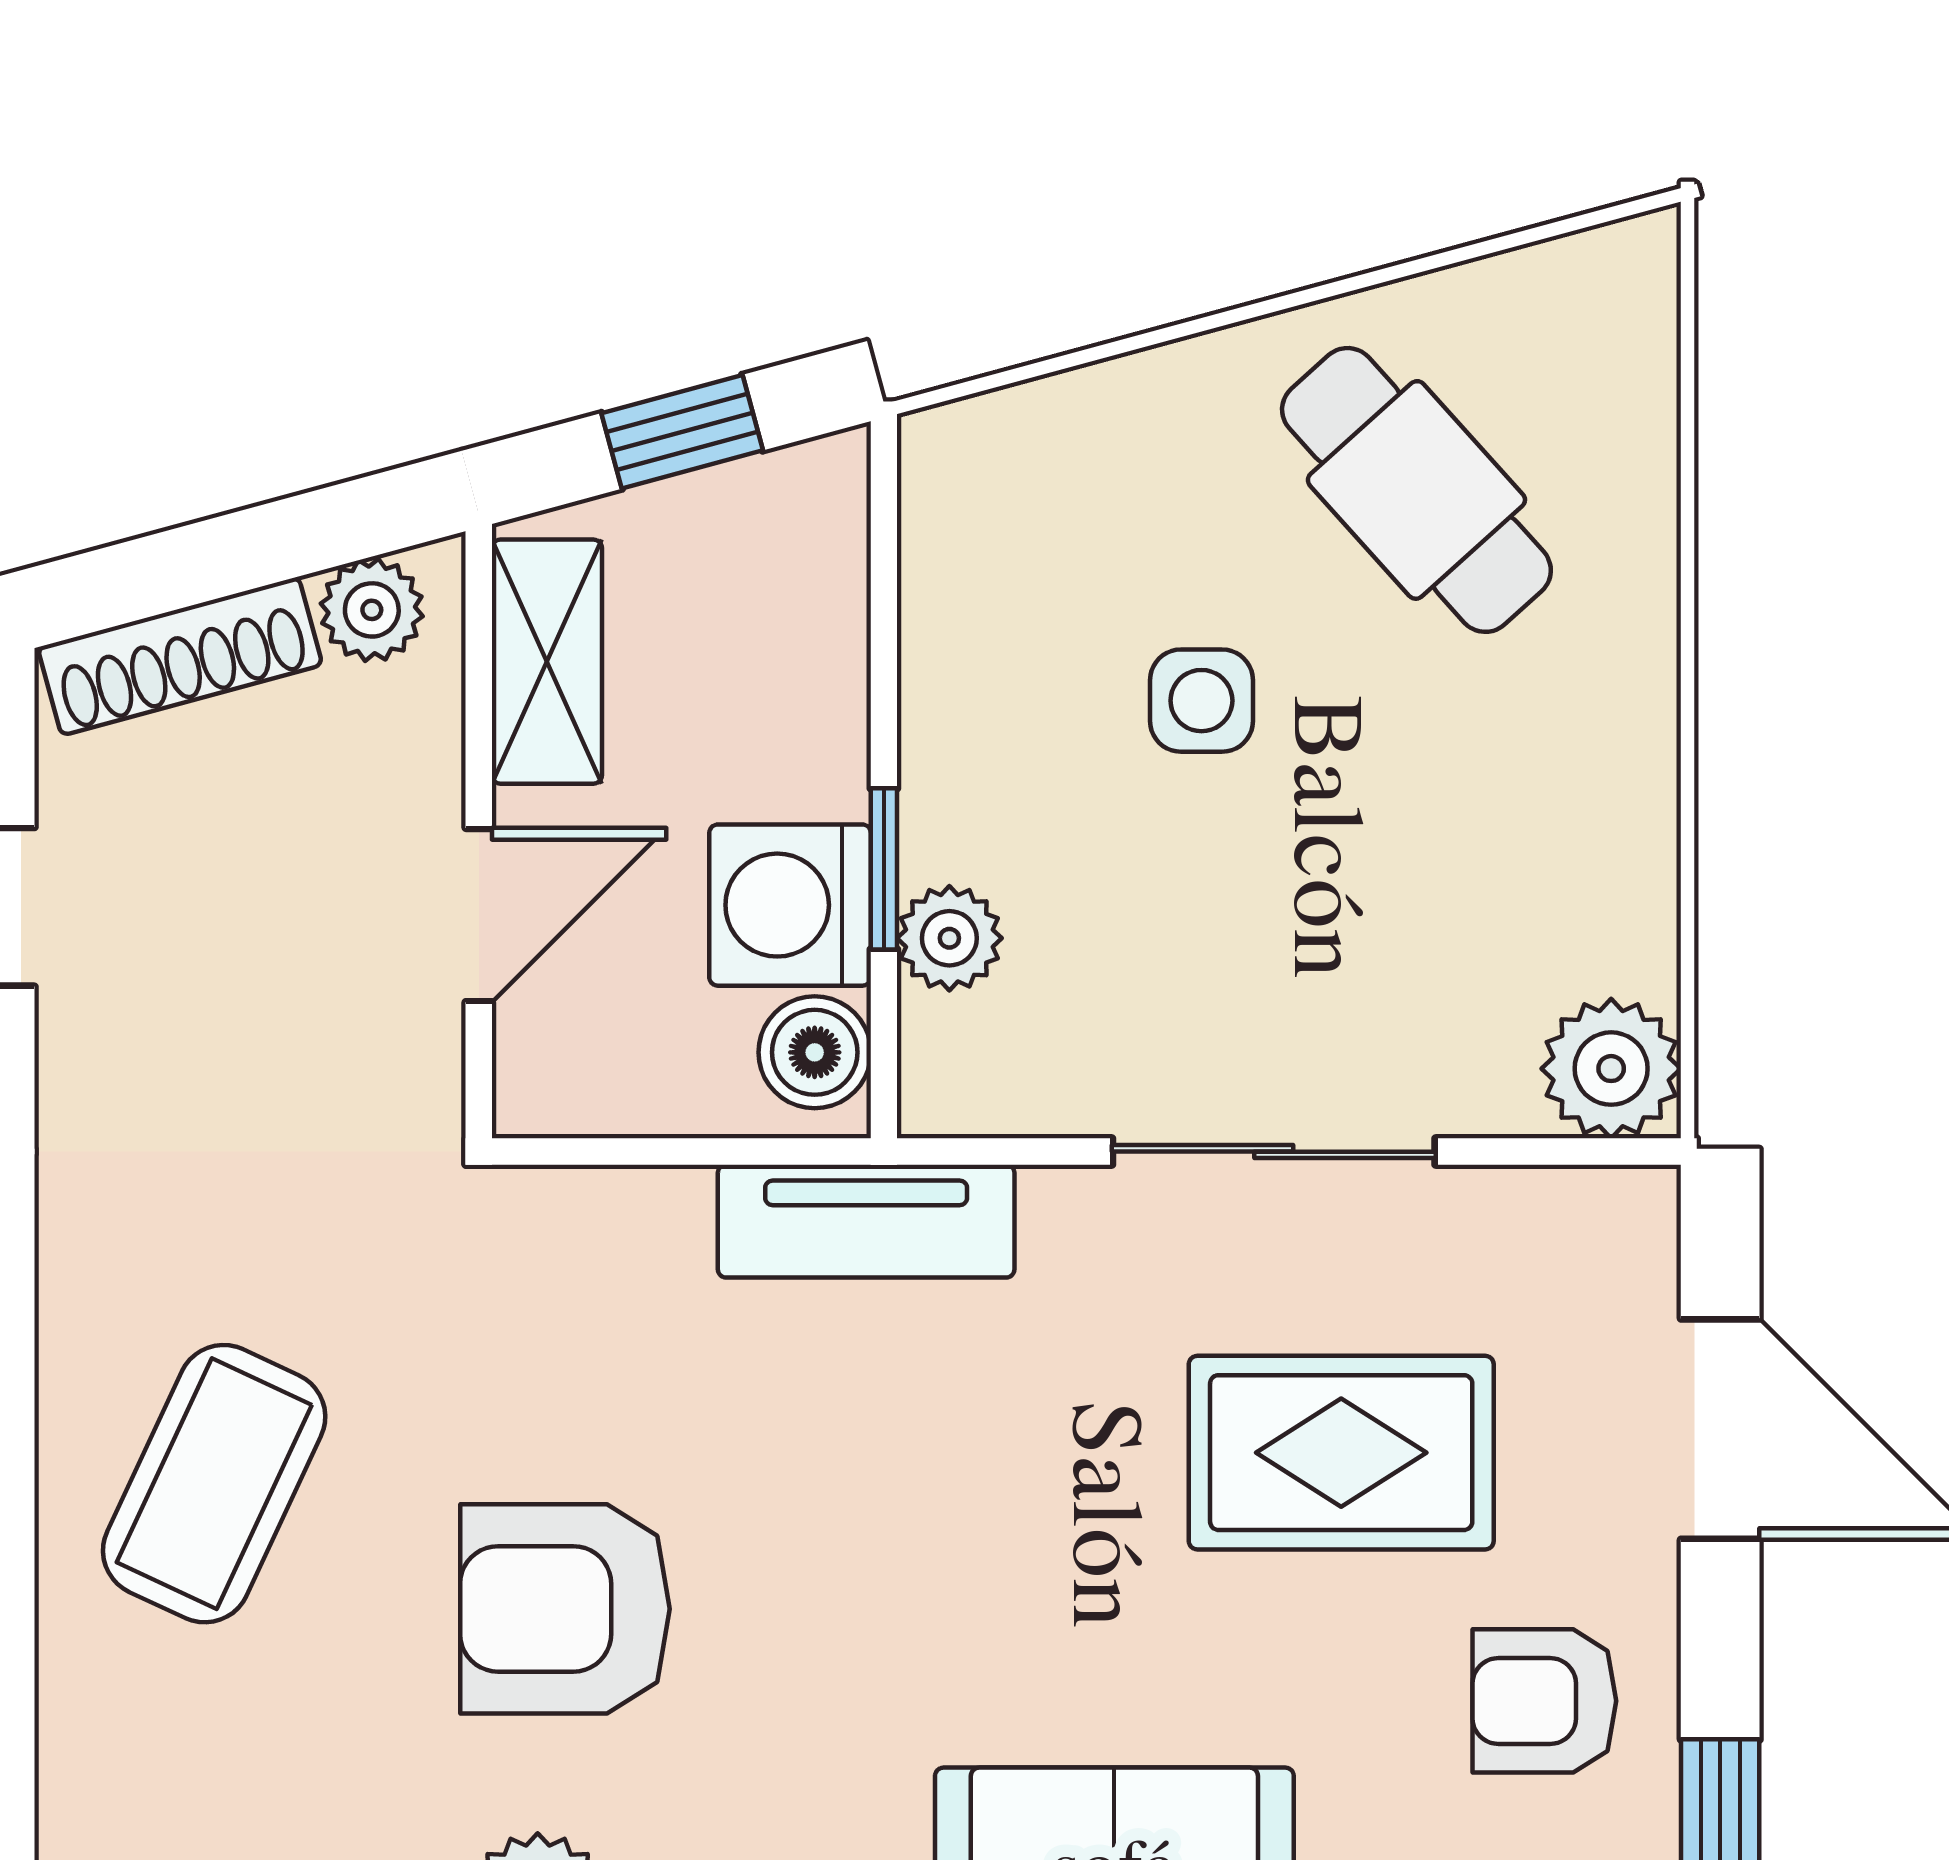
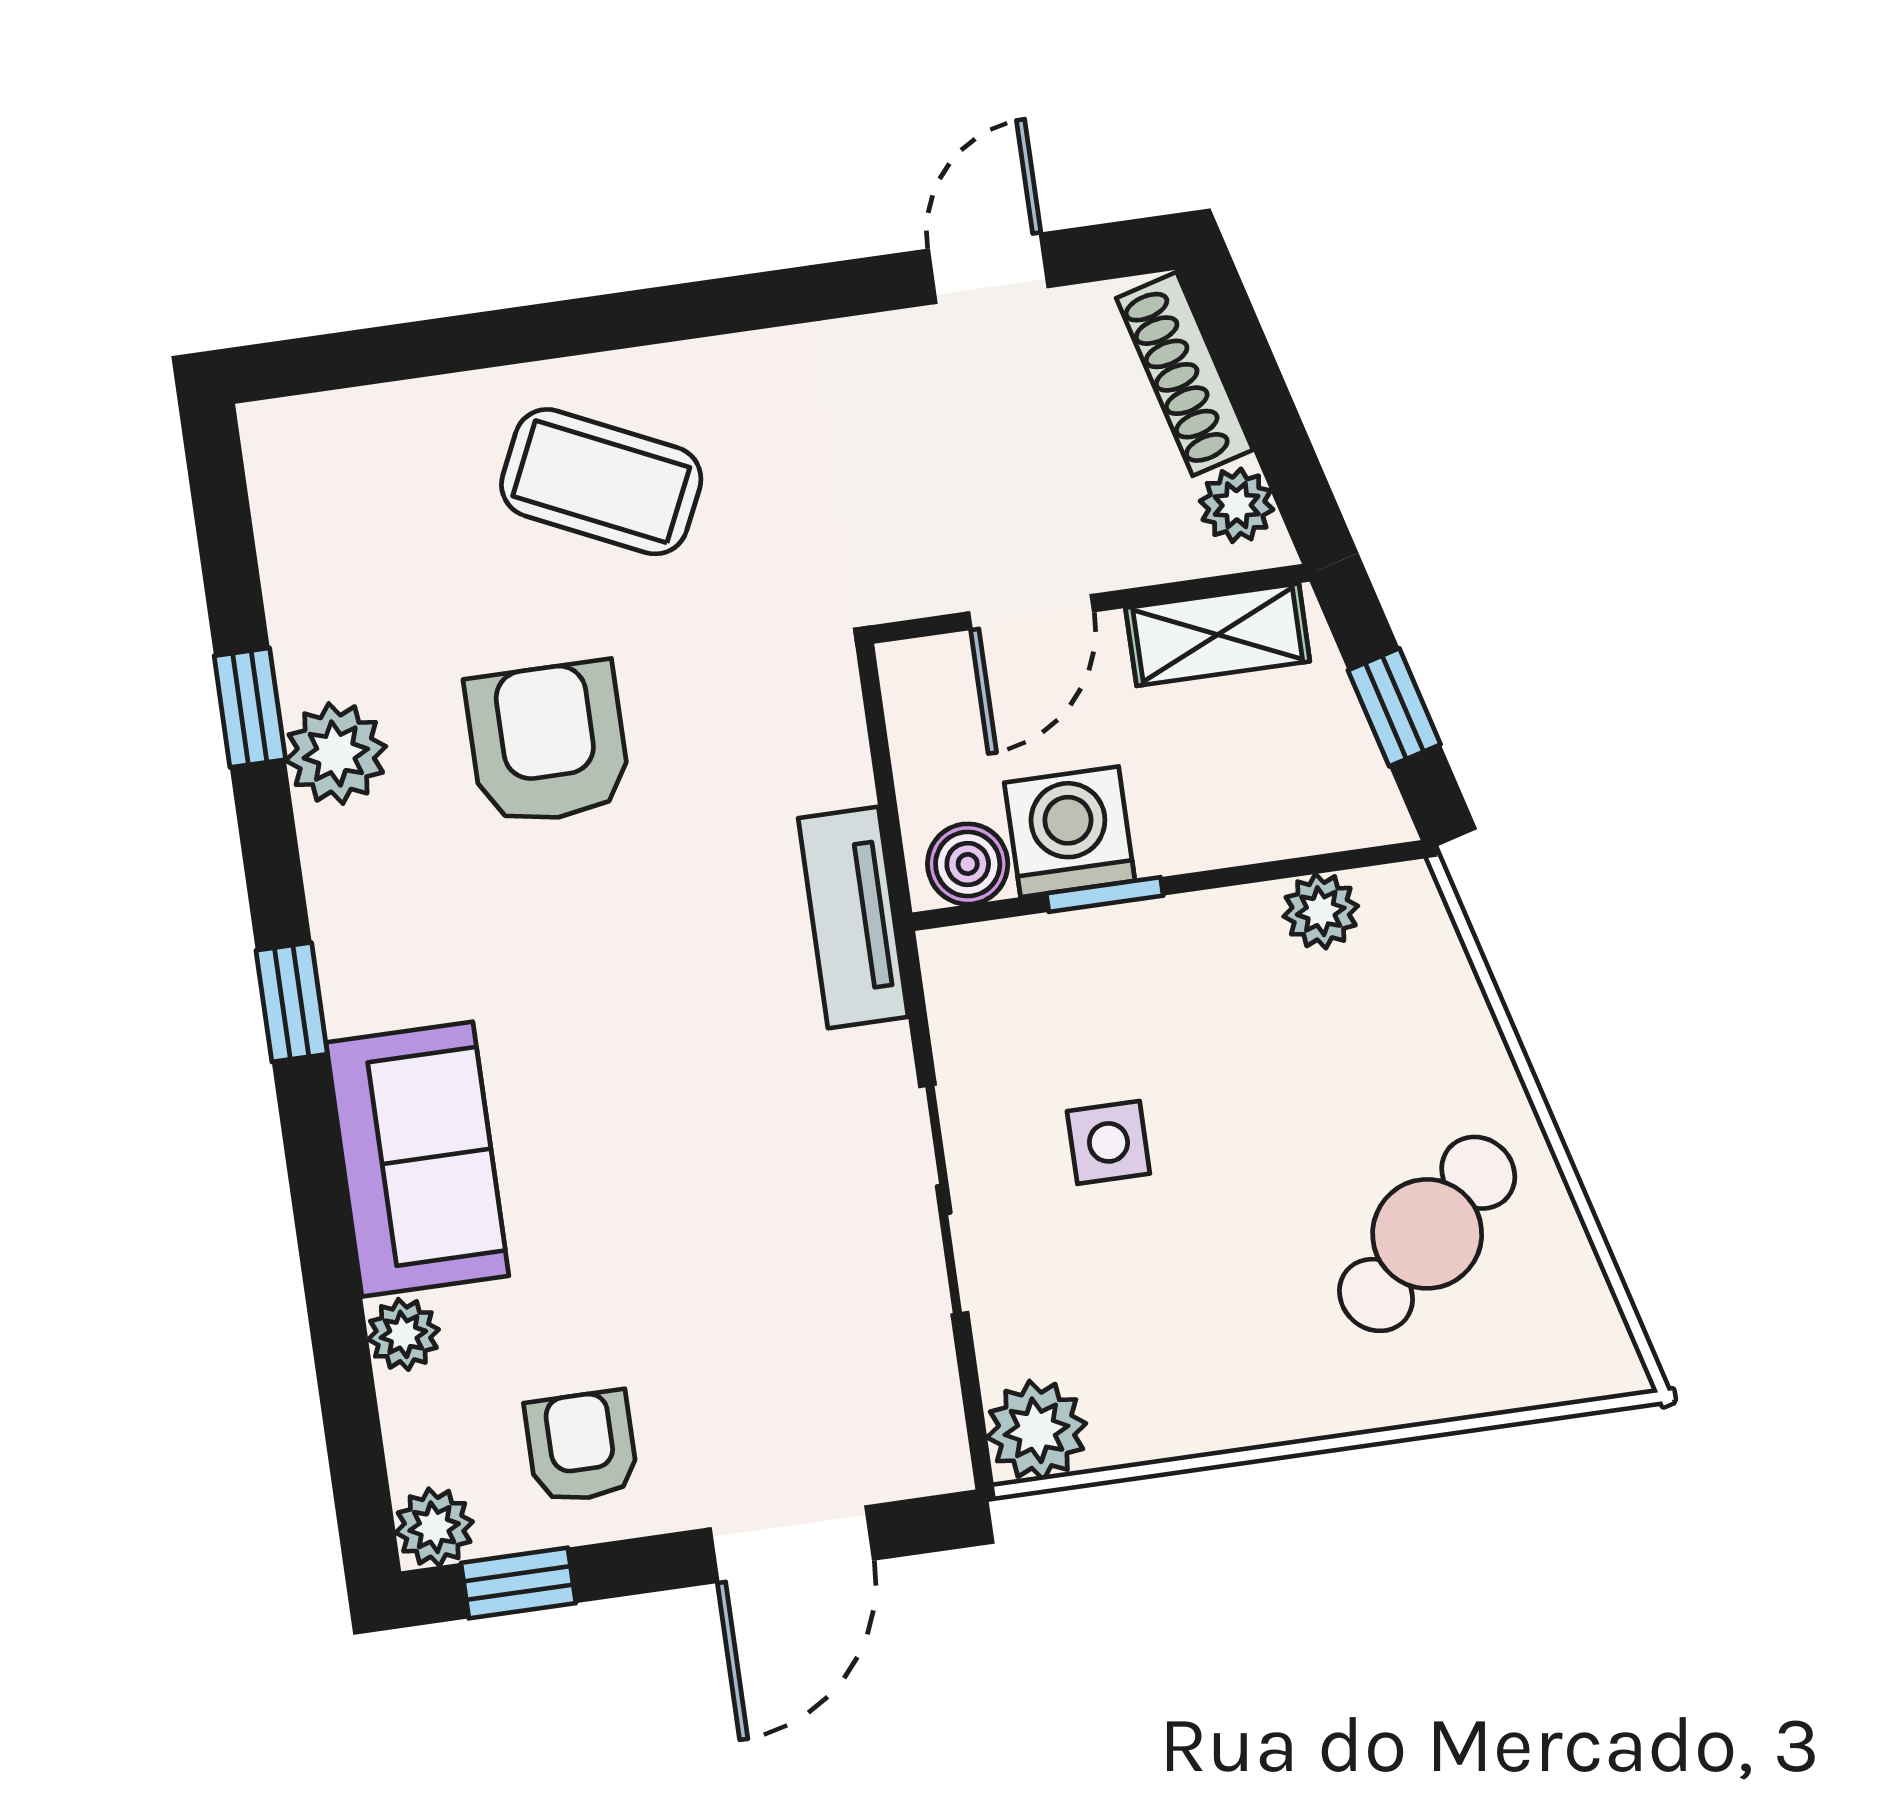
side table: (1201, 701) -> (1108, 1142), moved
door: (479, 915) -> (1031, 612), hinge flipped
plant: (949, 938) -> (1321, 911), moved
rug: (1341, 1453) -> (737, 1278), removed

